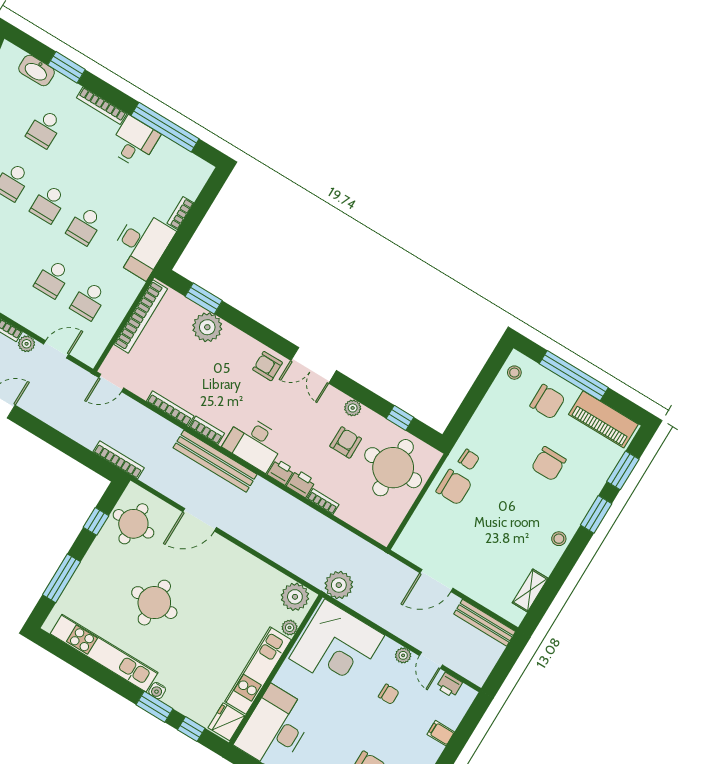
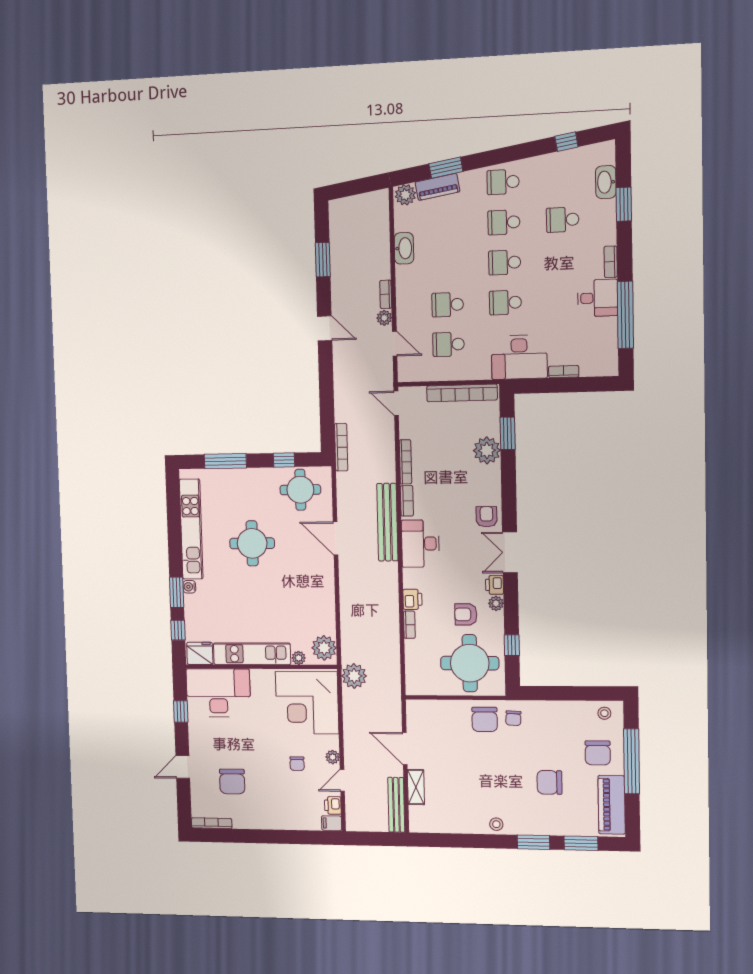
bookcase: (102, 106) -> (611, 262), width x0.64
armchair: (346, 442) -> (466, 614), turned 180
printer: (281, 472) -> (494, 585), moved, turned 180
shelving: (530, 591) -> (416, 787), moved, turned 90
filing cabinet: (441, 733) -> (332, 823), moved, turned -90

